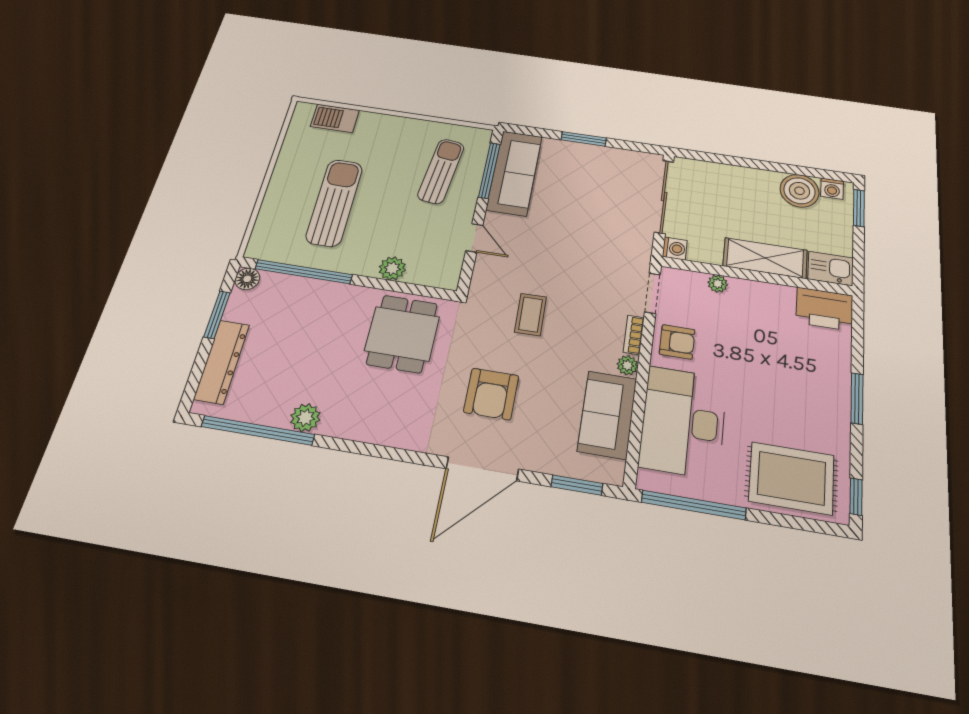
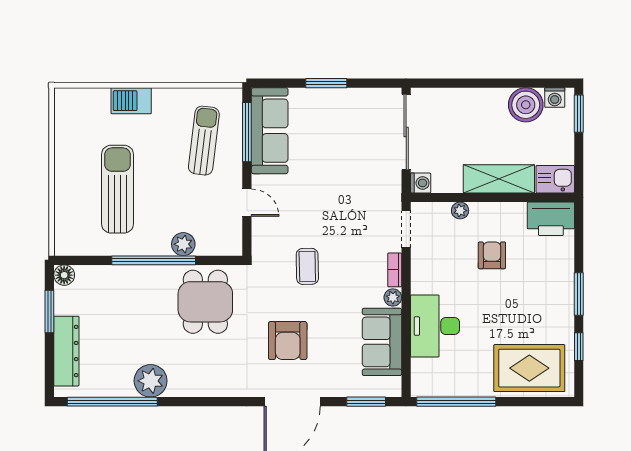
barbecue: (335, 118) -> (131, 101), moved
window: (304, 272) -> (154, 260), moved
armchair: (677, 342) -> (492, 255), moved, turned -90
plant: (305, 418) -> (151, 381), width x1.36, depth x1.36
desk: (683, 422) -> (435, 326), width x0.73, depth x0.77
window: (856, 497) -> (579, 347), moved

